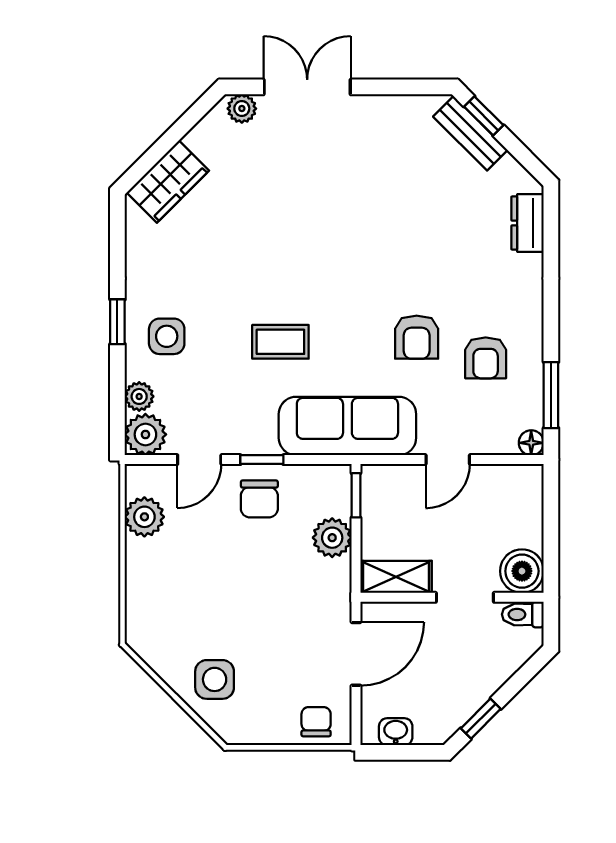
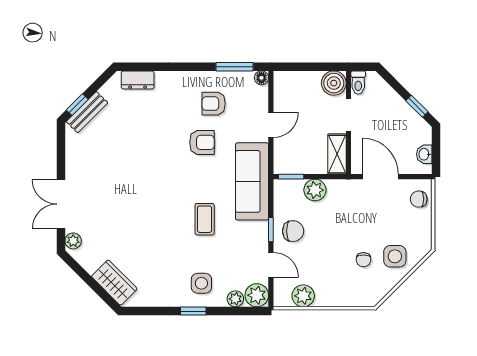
armchair: (486, 358) -> (214, 104), turned 180
door: (448, 460) -> (271, 125), hinge flipped
chair: (209, 624) -> (363, 260), added

